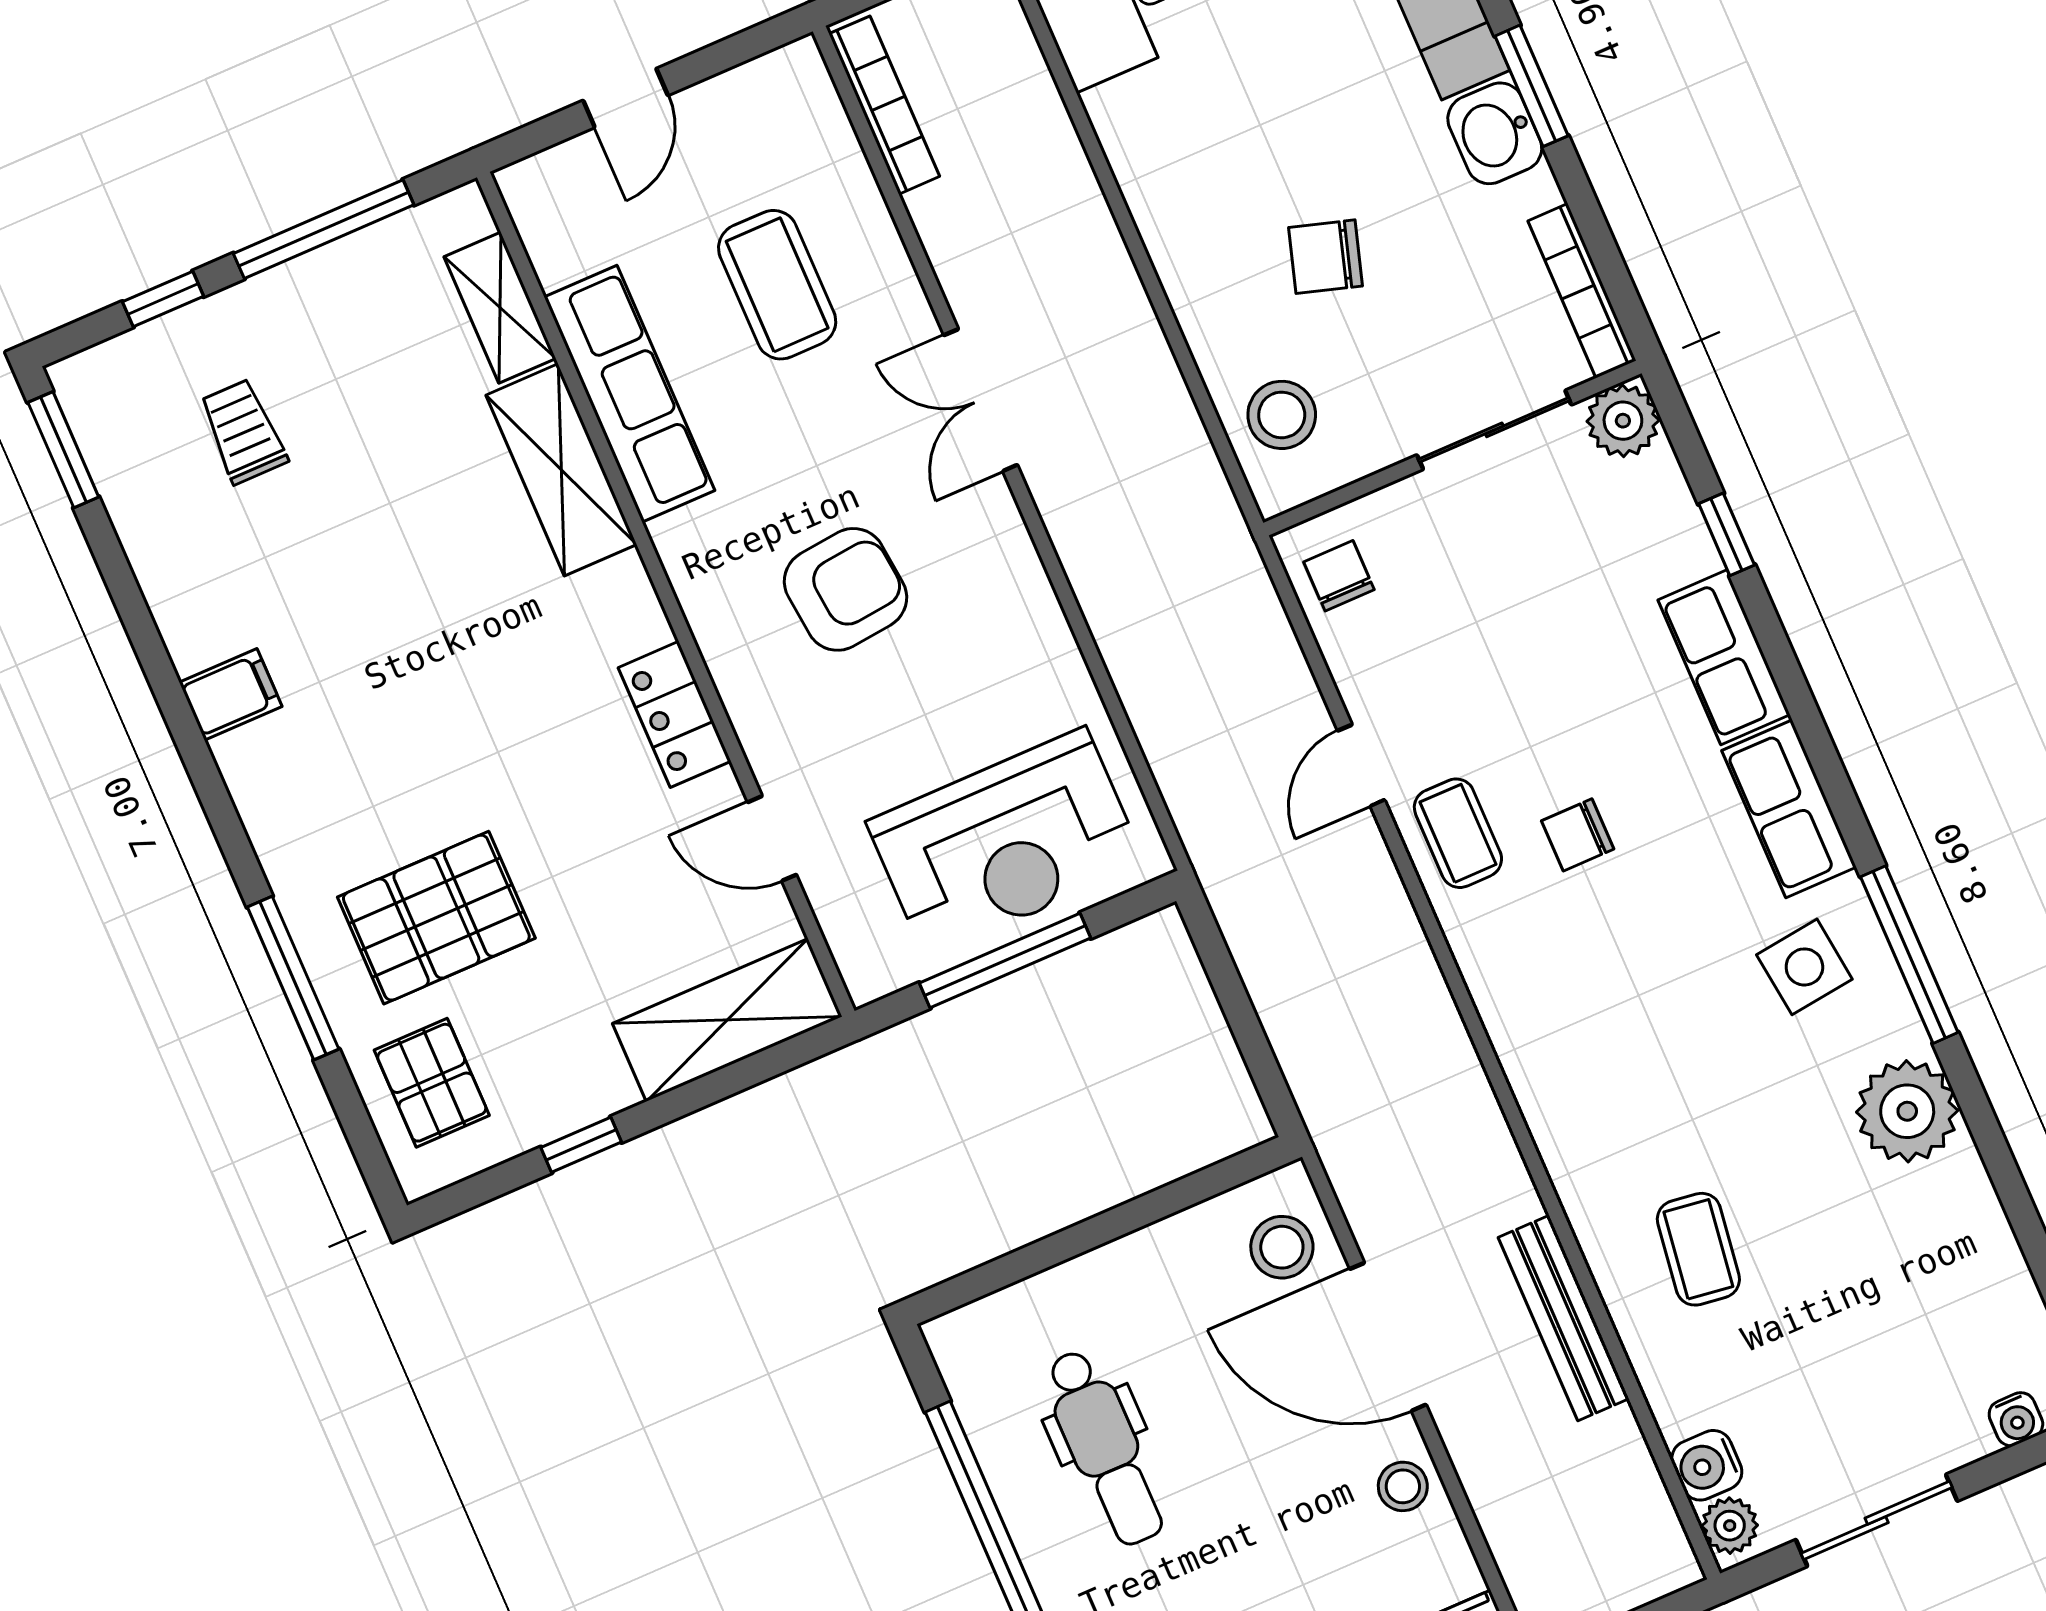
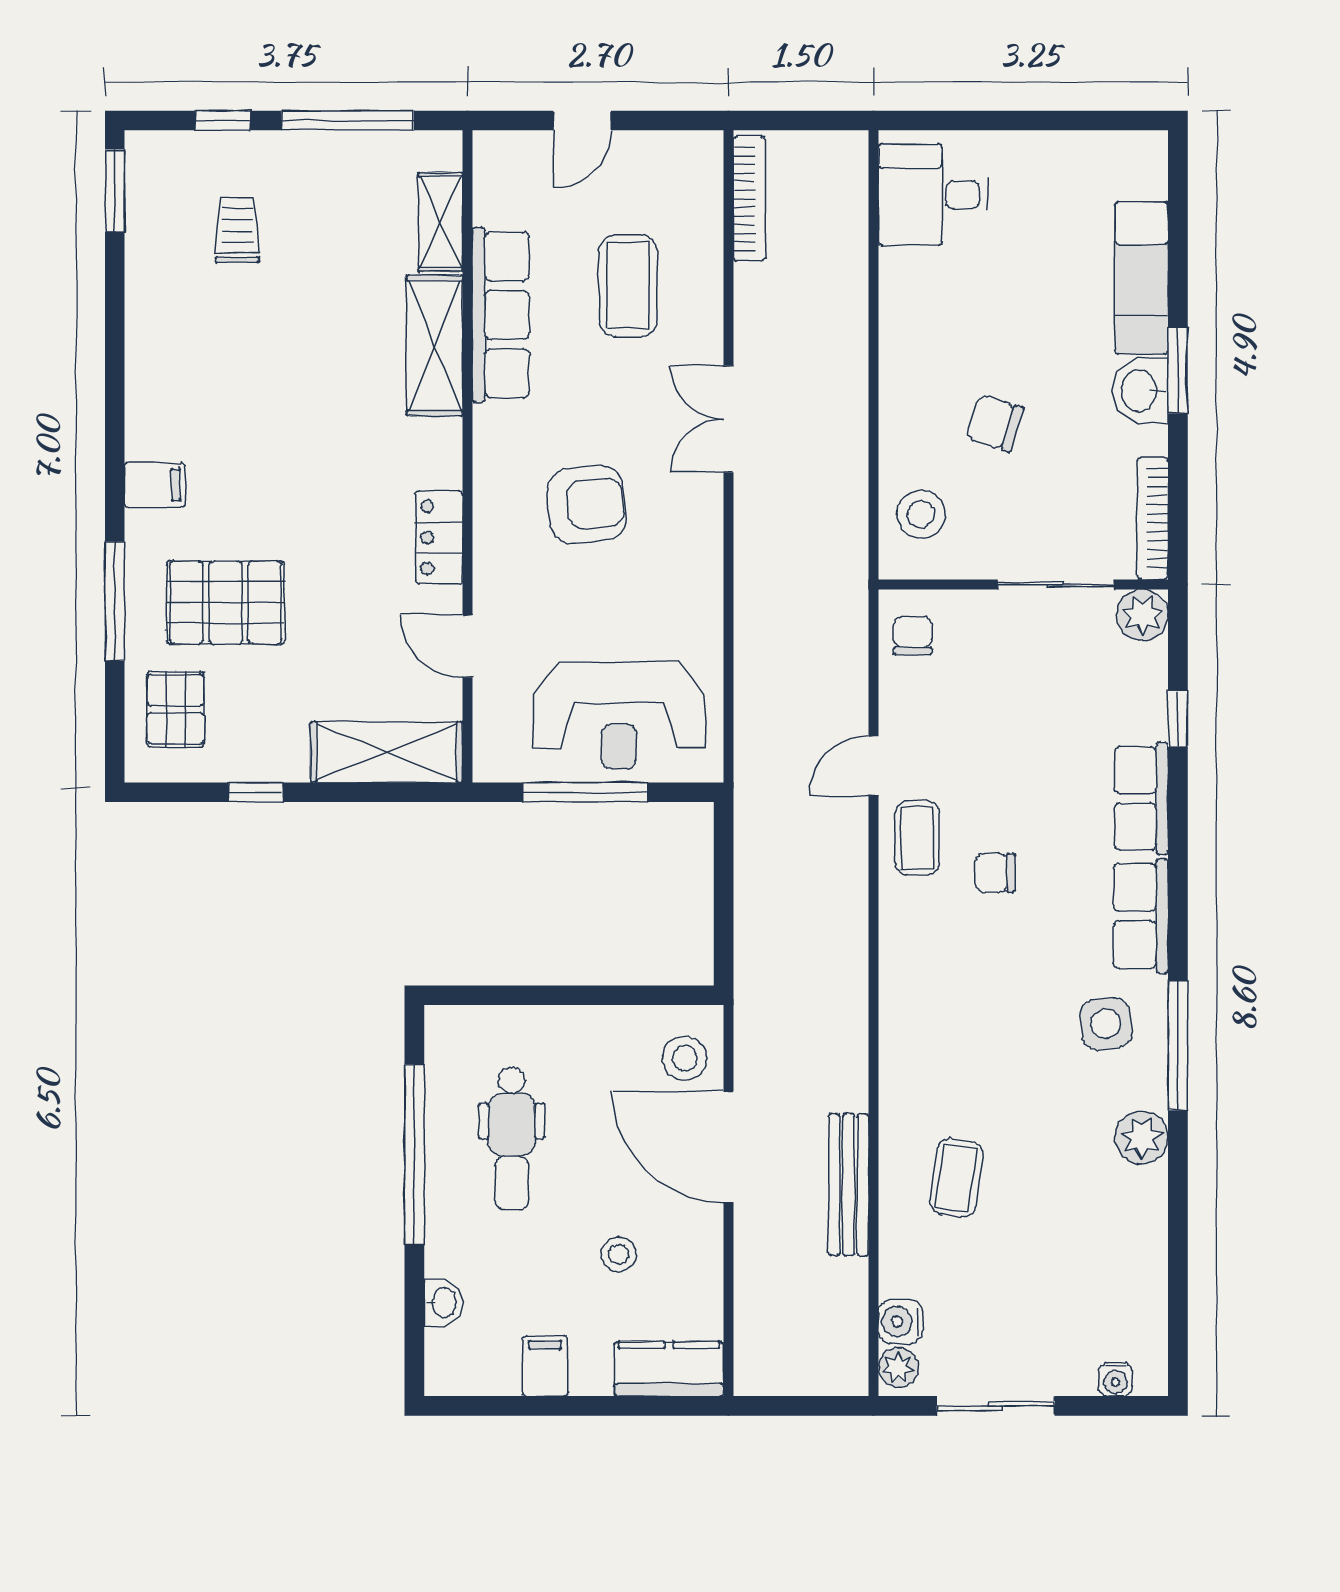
filing cabinet: (231, 694) -> (155, 485), moved
plant: (1907, 1111) -> (1142, 1137), width x0.73, depth x0.73
stool: (1403, 1486) -> (619, 1254), moved

